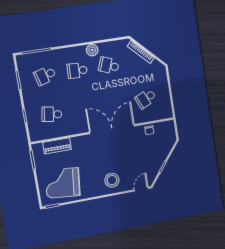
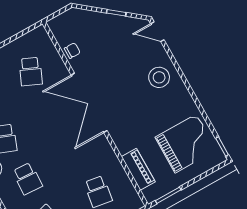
school desk: (146, 99) -> (31, 72), turned 48
grand piano: (63, 183) -> (186, 144), turned -96

